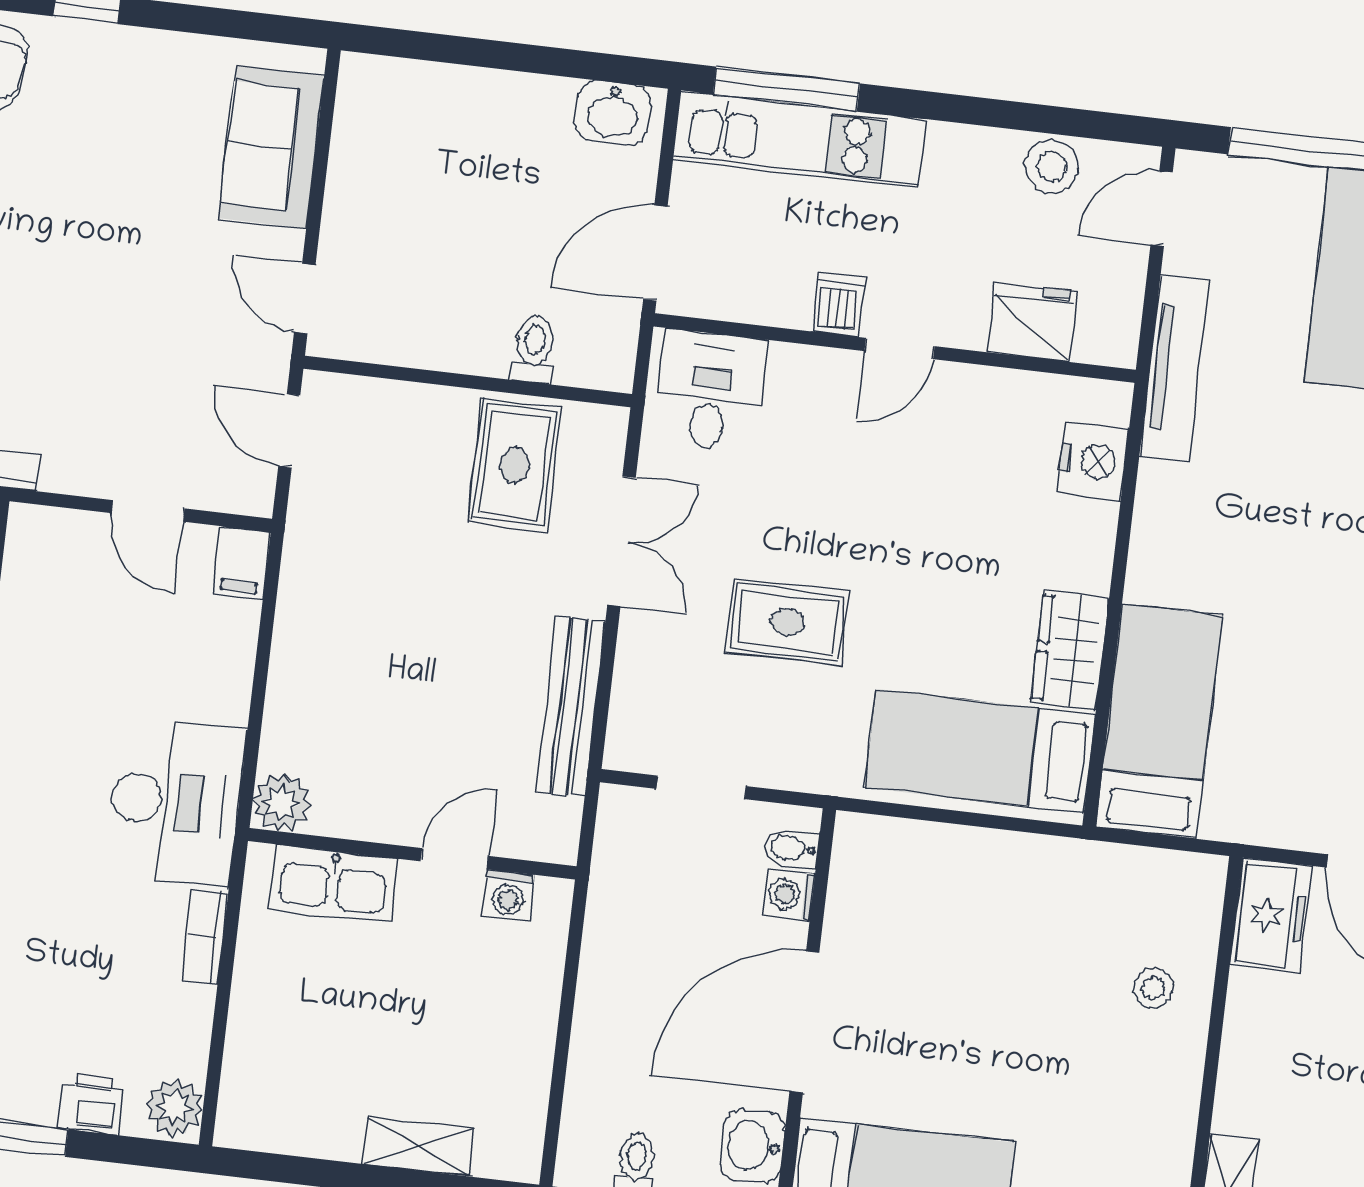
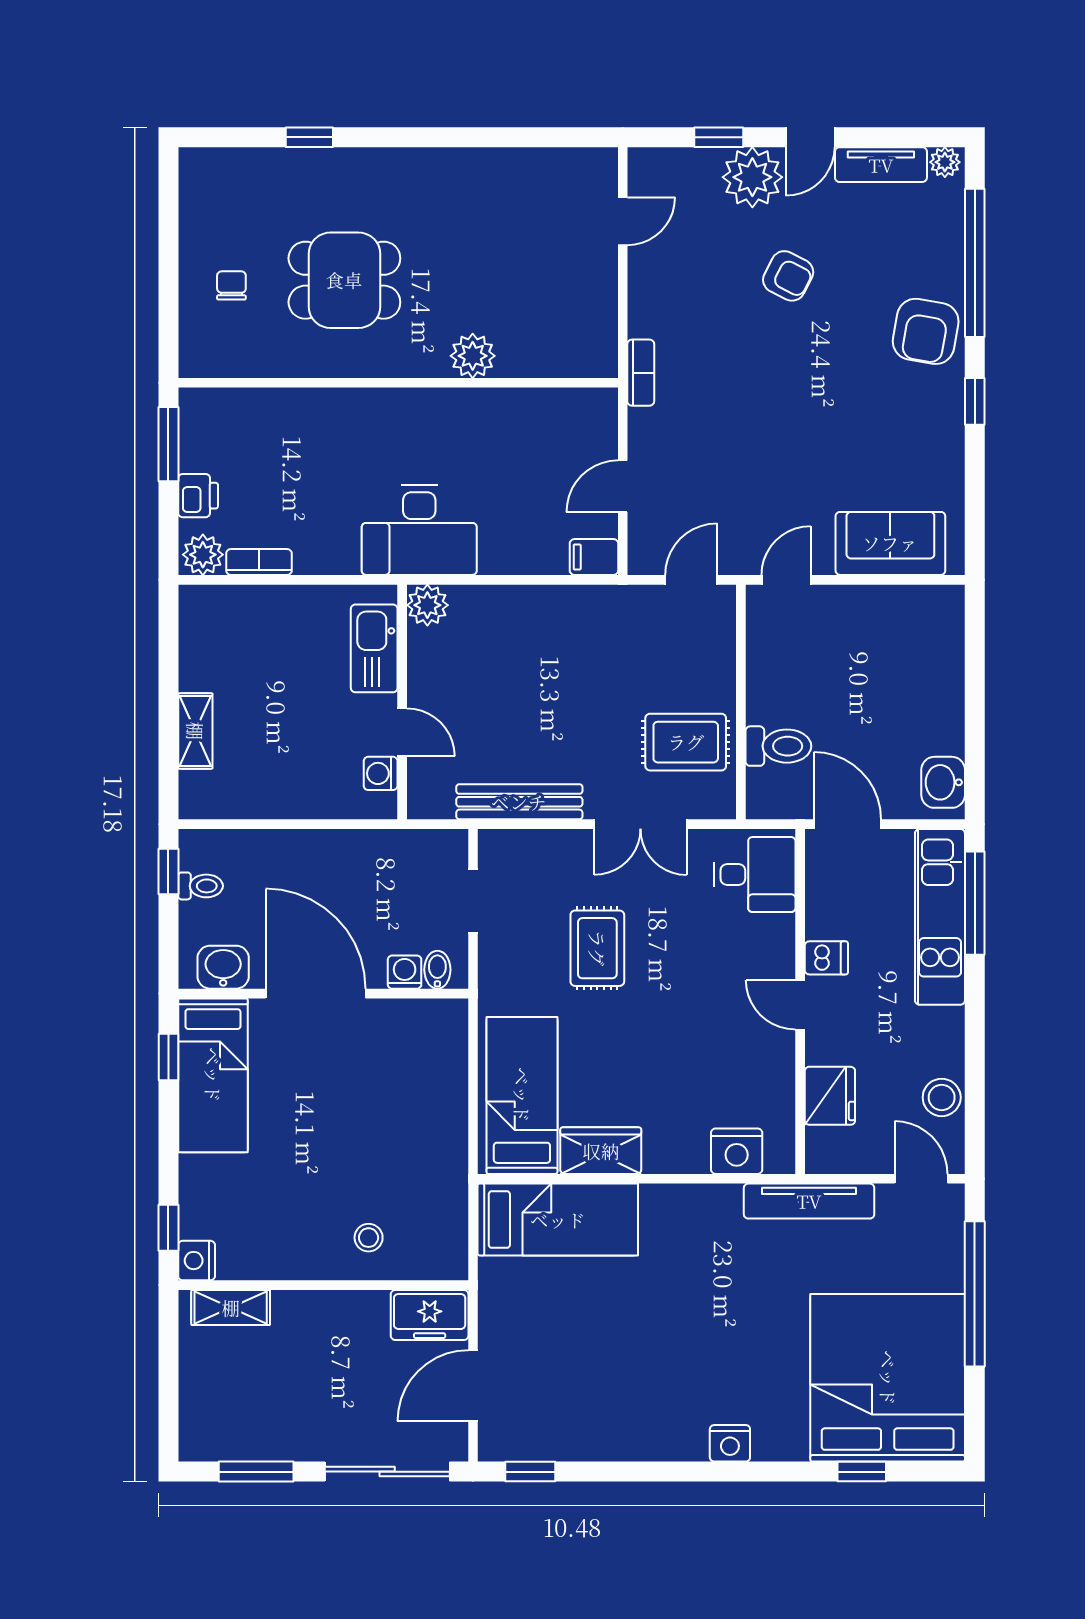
toilet: (534, 349) -> (778, 746), width x1.37, depth x1.39
bookcase: (205, 937) -> (259, 562), moved

